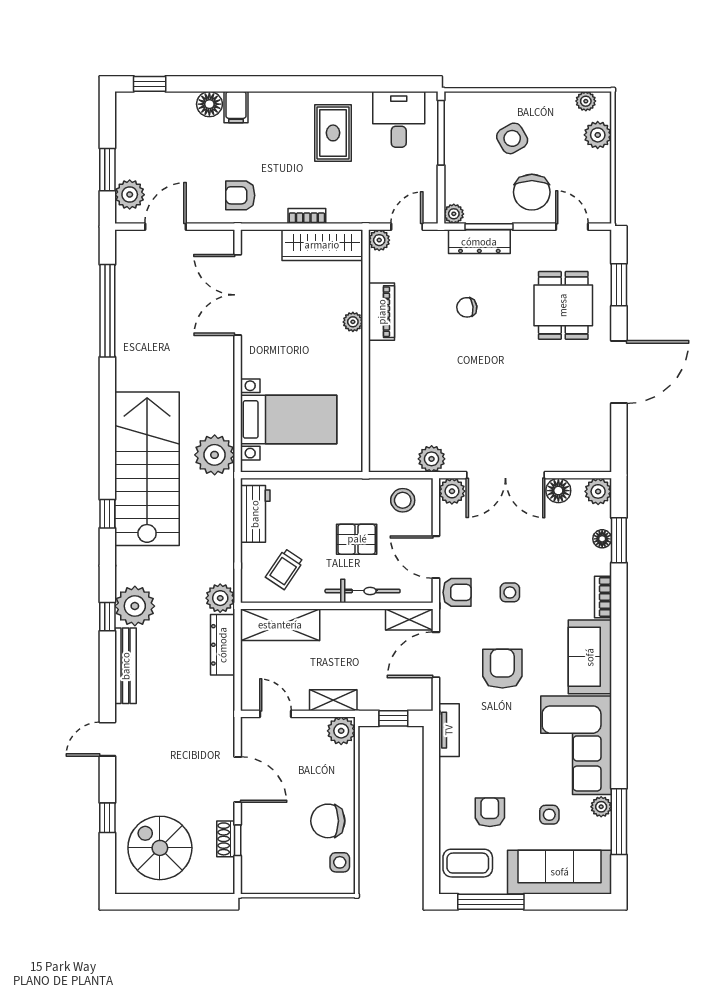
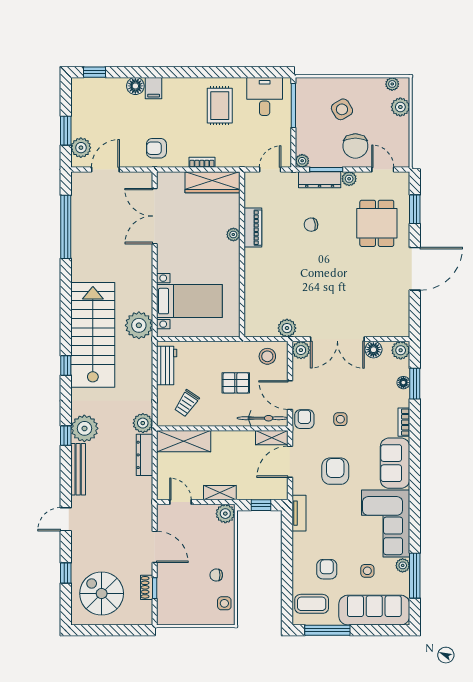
plant: (379, 240) -> (349, 179), moved
bicycle: (363, 591) -> (262, 418), moved
armchair: (457, 592) -> (304, 419), turned -90
chair: (328, 821) -> (216, 575), width x0.54, depth x0.54

